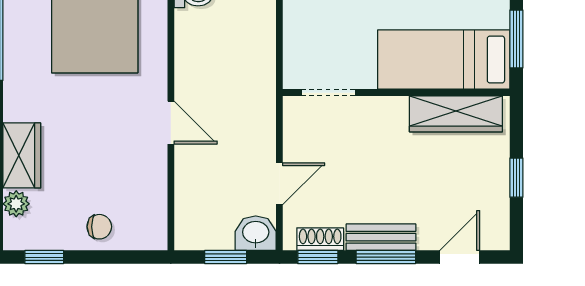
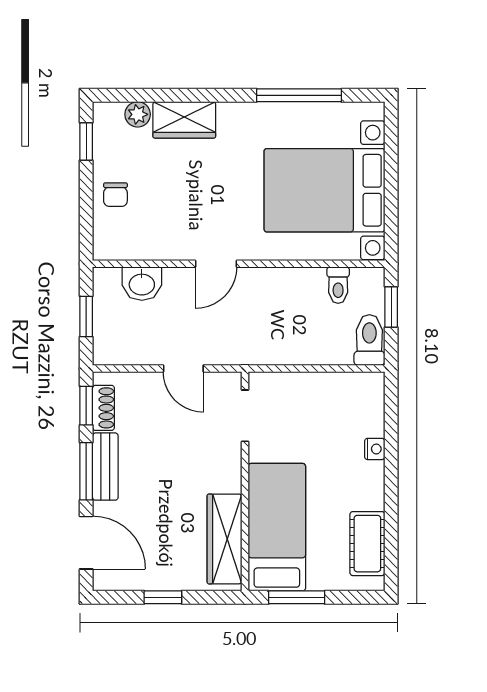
door: (279, 184) -> (183, 369), moved
washbasin: (256, 233) -> (142, 284), moved, turned 90
door: (460, 257) -> (86, 543), width x1.38

